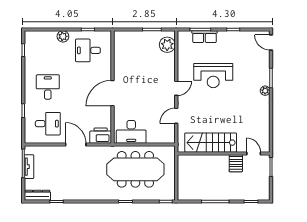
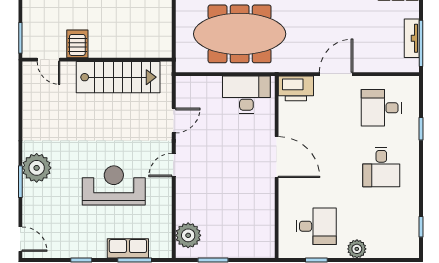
plant: (265, 91) -> (37, 168), width x1.88, depth x1.88
door: (113, 93) -> (277, 157), hinge flipped
door: (76, 145) -> (336, 74), swing flipped

